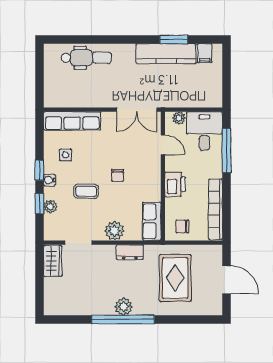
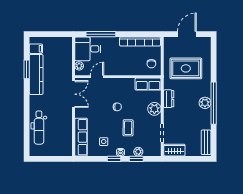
dental chair: (86, 58) -> (39, 128), turned 180
printer: (175, 184) -> (123, 68), removed
bench: (64, 308) -> (206, 142), added

